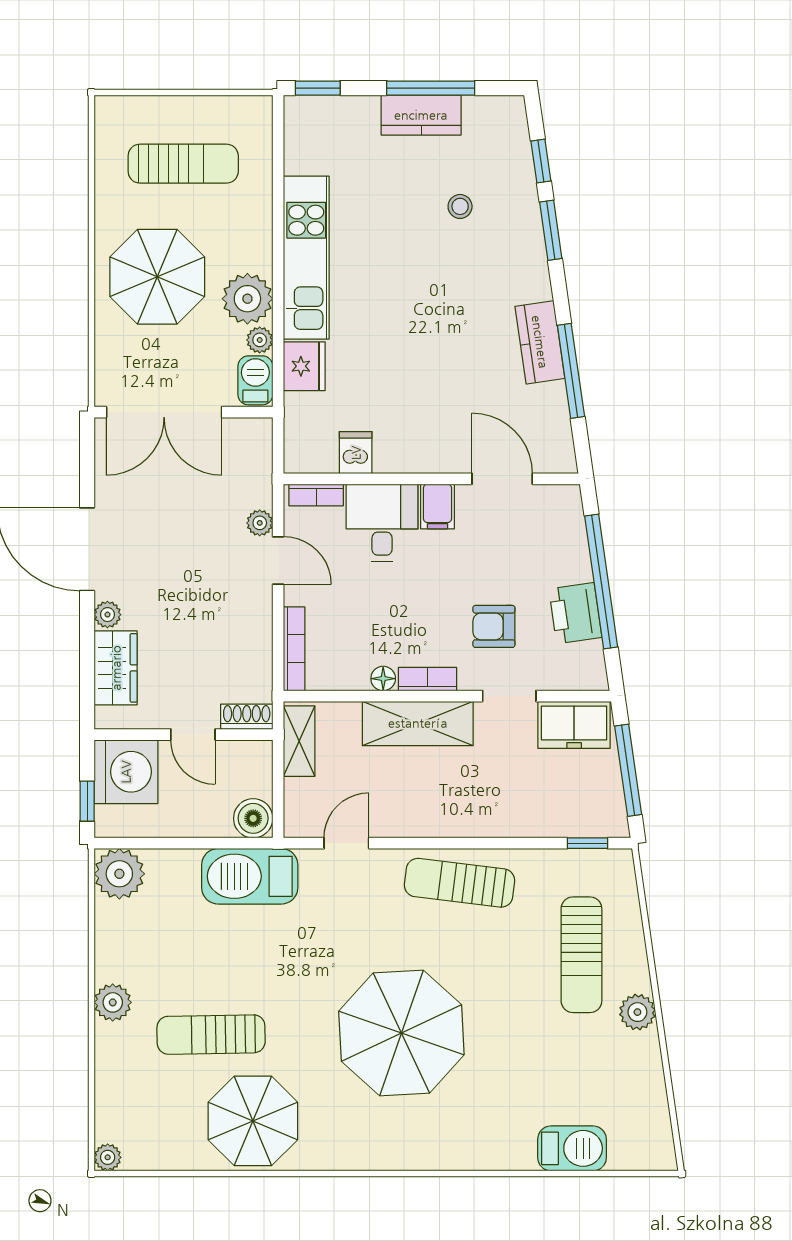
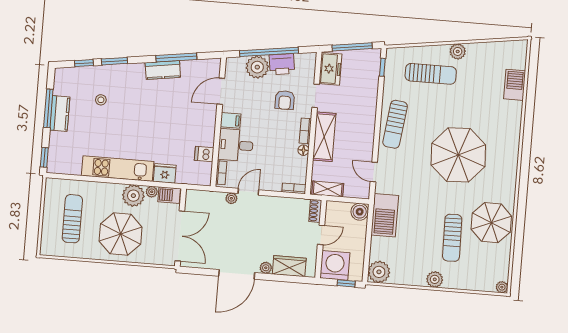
plant: (564, 557) -> (257, 67), added
bookcase: (294, 649) -> (294, 188), width x0.64

